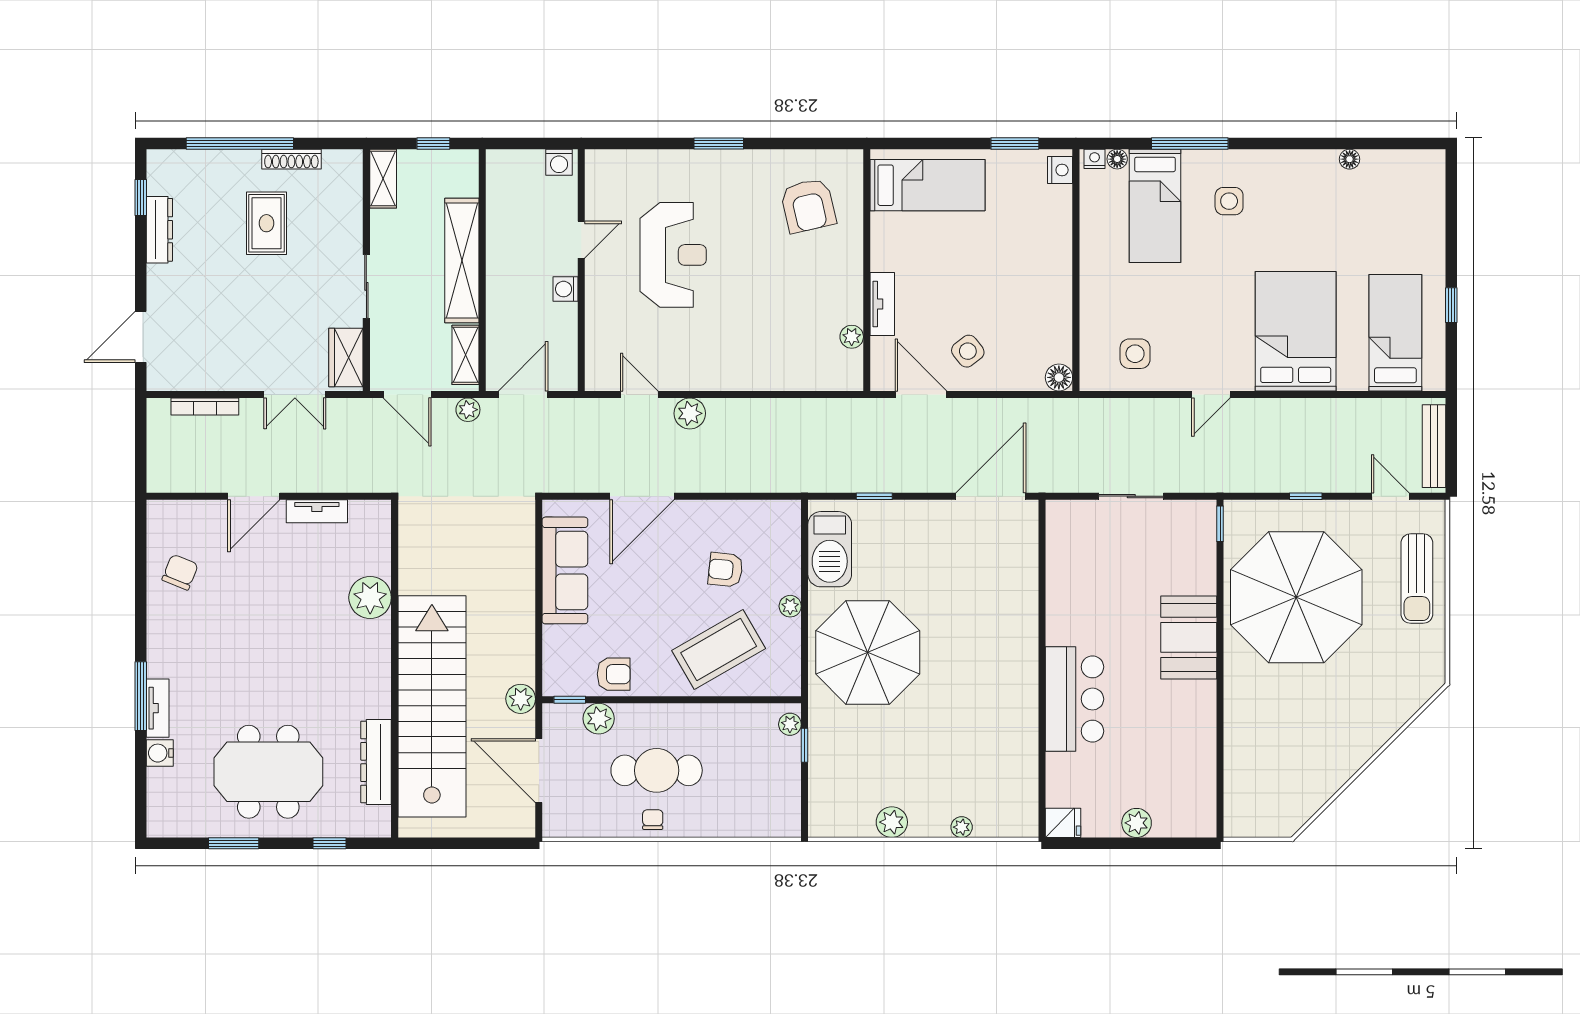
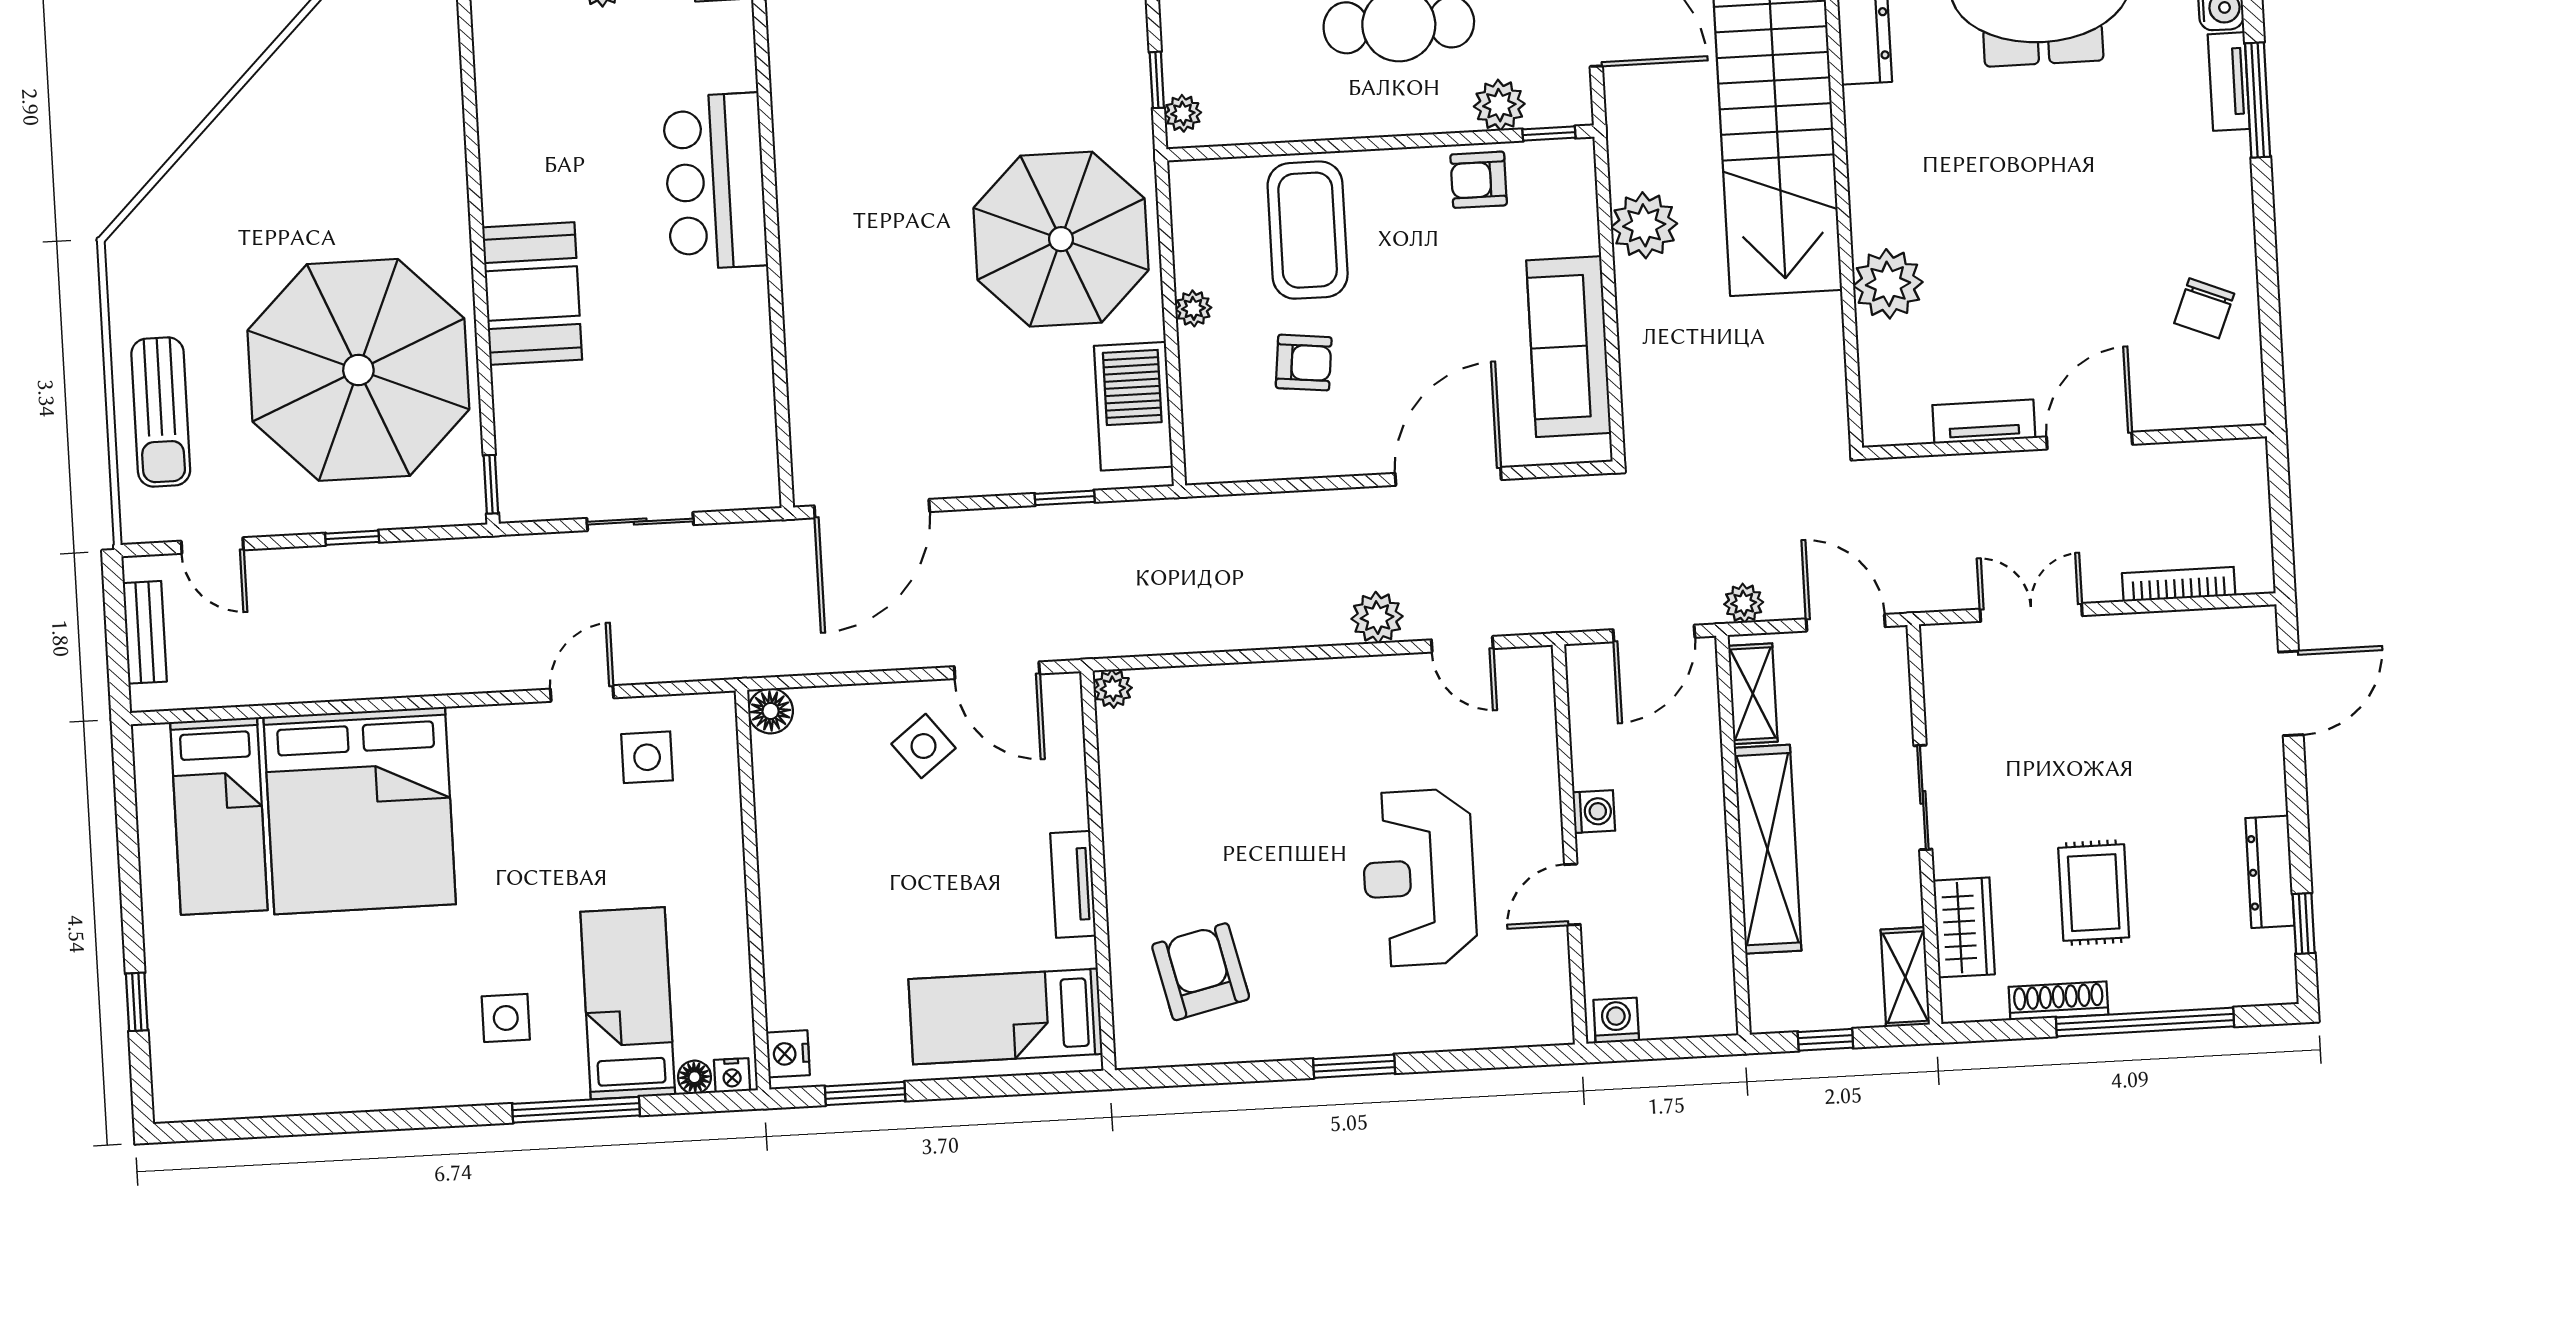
floor lamp: (1350, 159) -> (311, 1098), removed
tv unit: (882, 304) -> (1073, 884), moved
window: (1451, 305) -> (137, 1002), moved
bed: (1296, 331) -> (360, 811), width x1.36
plant: (852, 337) -> (1113, 689), moved
wardrobe: (346, 357) -> (1964, 927), moved
door: (1211, 394) -> (582, 693), moved
bench: (1434, 446) -> (145, 632), width x0.73
sun lounger: (1417, 579) -> (161, 412), turned 180
coffee table: (719, 650) -> (1308, 230), turned -60
plant: (521, 699) -> (1644, 225), moved, width x1.36, depth x1.36

